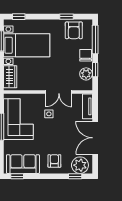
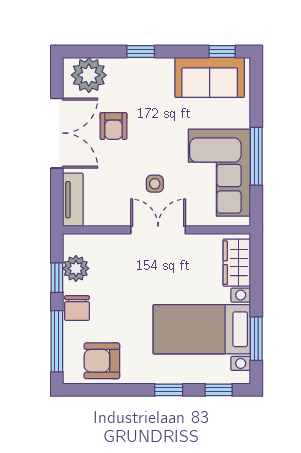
window: (67, 17) -> (169, 390), moved
armchair: (74, 30) -> (102, 361), turned -90
double door: (59, 92) -> (158, 230), moved
armchair: (54, 161) -> (113, 126), moved
window: (75, 176) -> (141, 52), moved

